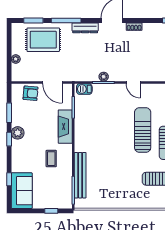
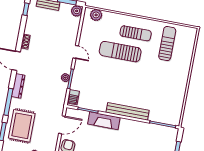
door: (133, 82) -> (76, 52), hinge flipped
coffee table: (51, 159) -> (130, 139), removed
bench: (80, 175) -> (128, 111), moved

